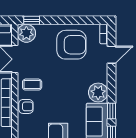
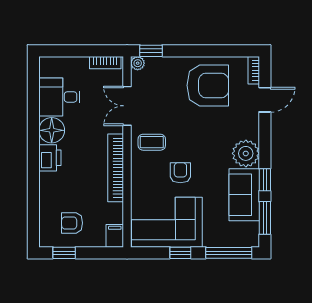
plant: (26, 33) -> (138, 63), width x0.53, depth x0.53
armchair: (26, 106) -> (180, 173), moved, turned -90

